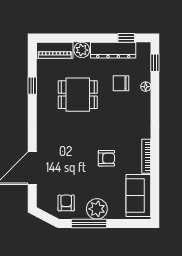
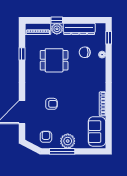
window: (126, 38) -> (57, 20), moved
armchair: (106, 158) -> (51, 104), moved

